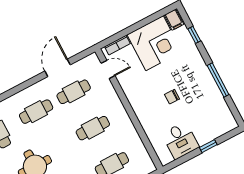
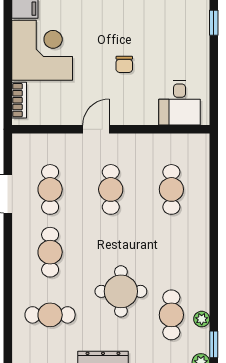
door: (108, 69) -> (96, 129), moved
desk: (180, 140) -> (180, 103), moved, turned 90
window: (208, 146) -> (214, 23), moved

